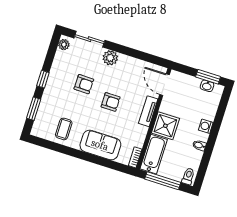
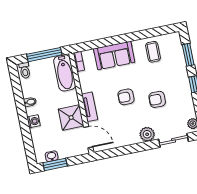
shower: (165, 126) -> (71, 117), moved

